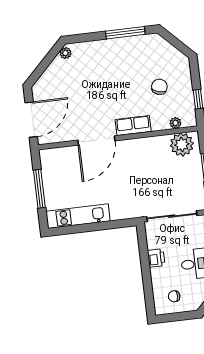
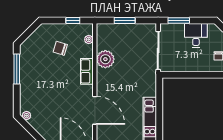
door: (96, 140) -> (95, 110), moved
plant: (182, 145) -> (105, 59), moved
printer: (156, 258) -> (188, 66), removed

